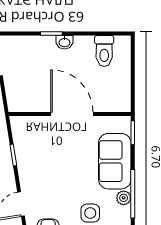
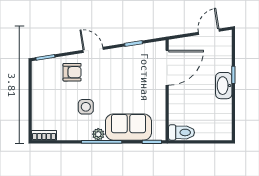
washbasin: (64, 42) -> (224, 86), width x1.91, depth x1.45
toilet: (104, 51) -> (182, 132), moved, turned 180
door: (72, 114) -> (167, 68), moved

